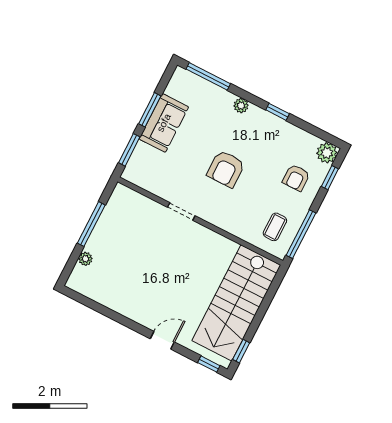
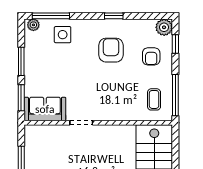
side table: (211, 104) -> (63, 35), added
plant: (241, 106) -> (33, 25), moved
sofa: (164, 123) -> (45, 109), moved, turned -90
armchair: (226, 169) -> (111, 50), moved, turned 180

